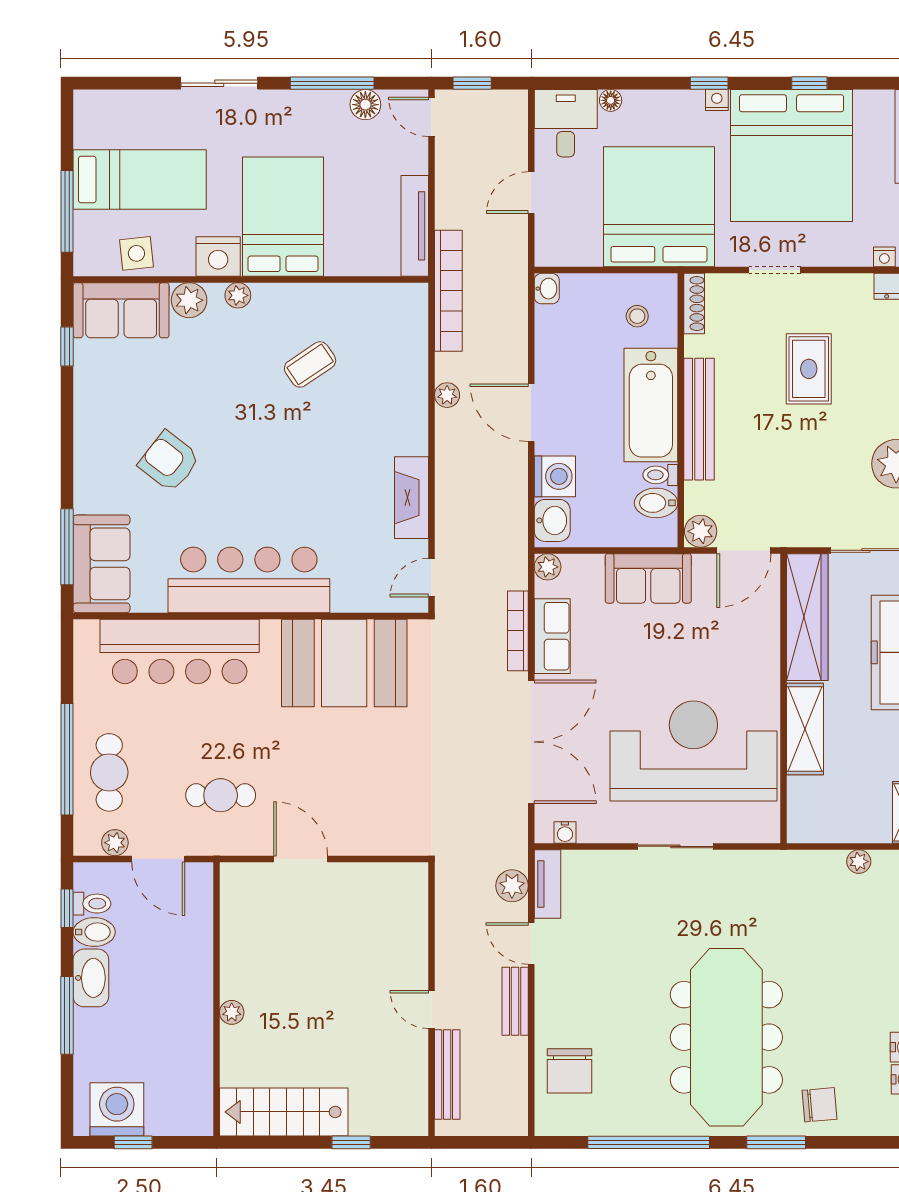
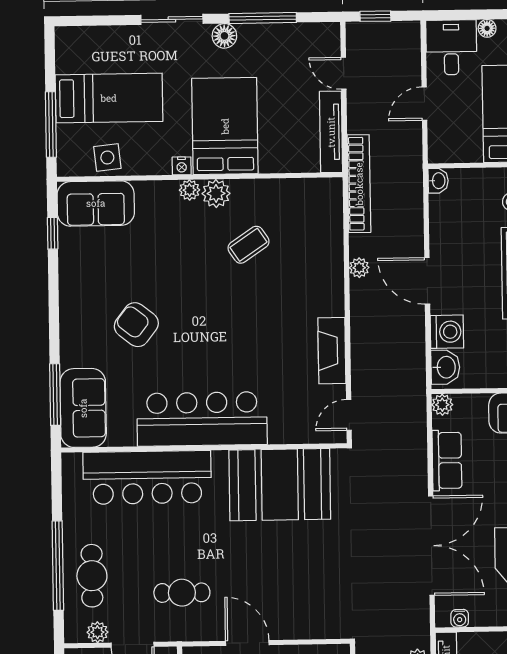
floor lamp: (365, 105) -> (224, 36), moved
door: (432, 117) -> (344, 73), moved
nightstand: (218, 257) -> (182, 166), width x0.53, depth x0.56
plant: (189, 300) -> (216, 193), moved
bookcase: (518, 631) -> (419, 457), removed

